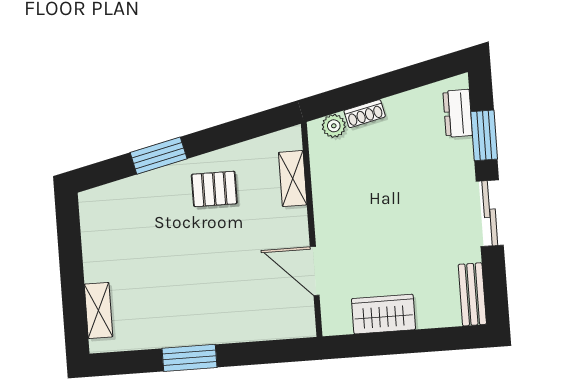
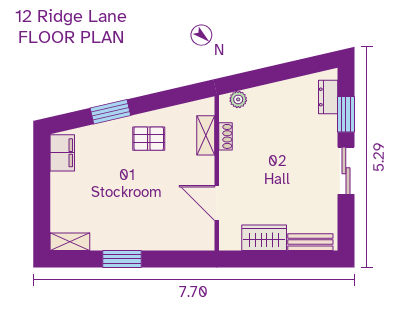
shoe rack: (365, 114) -> (225, 136), moved, turned -77
filing cabinet: (96, 217) -> (62, 153), added
bench: (472, 294) -> (310, 242), moved, turned 90
shelving: (99, 310) -> (70, 242), moved, turned 90

